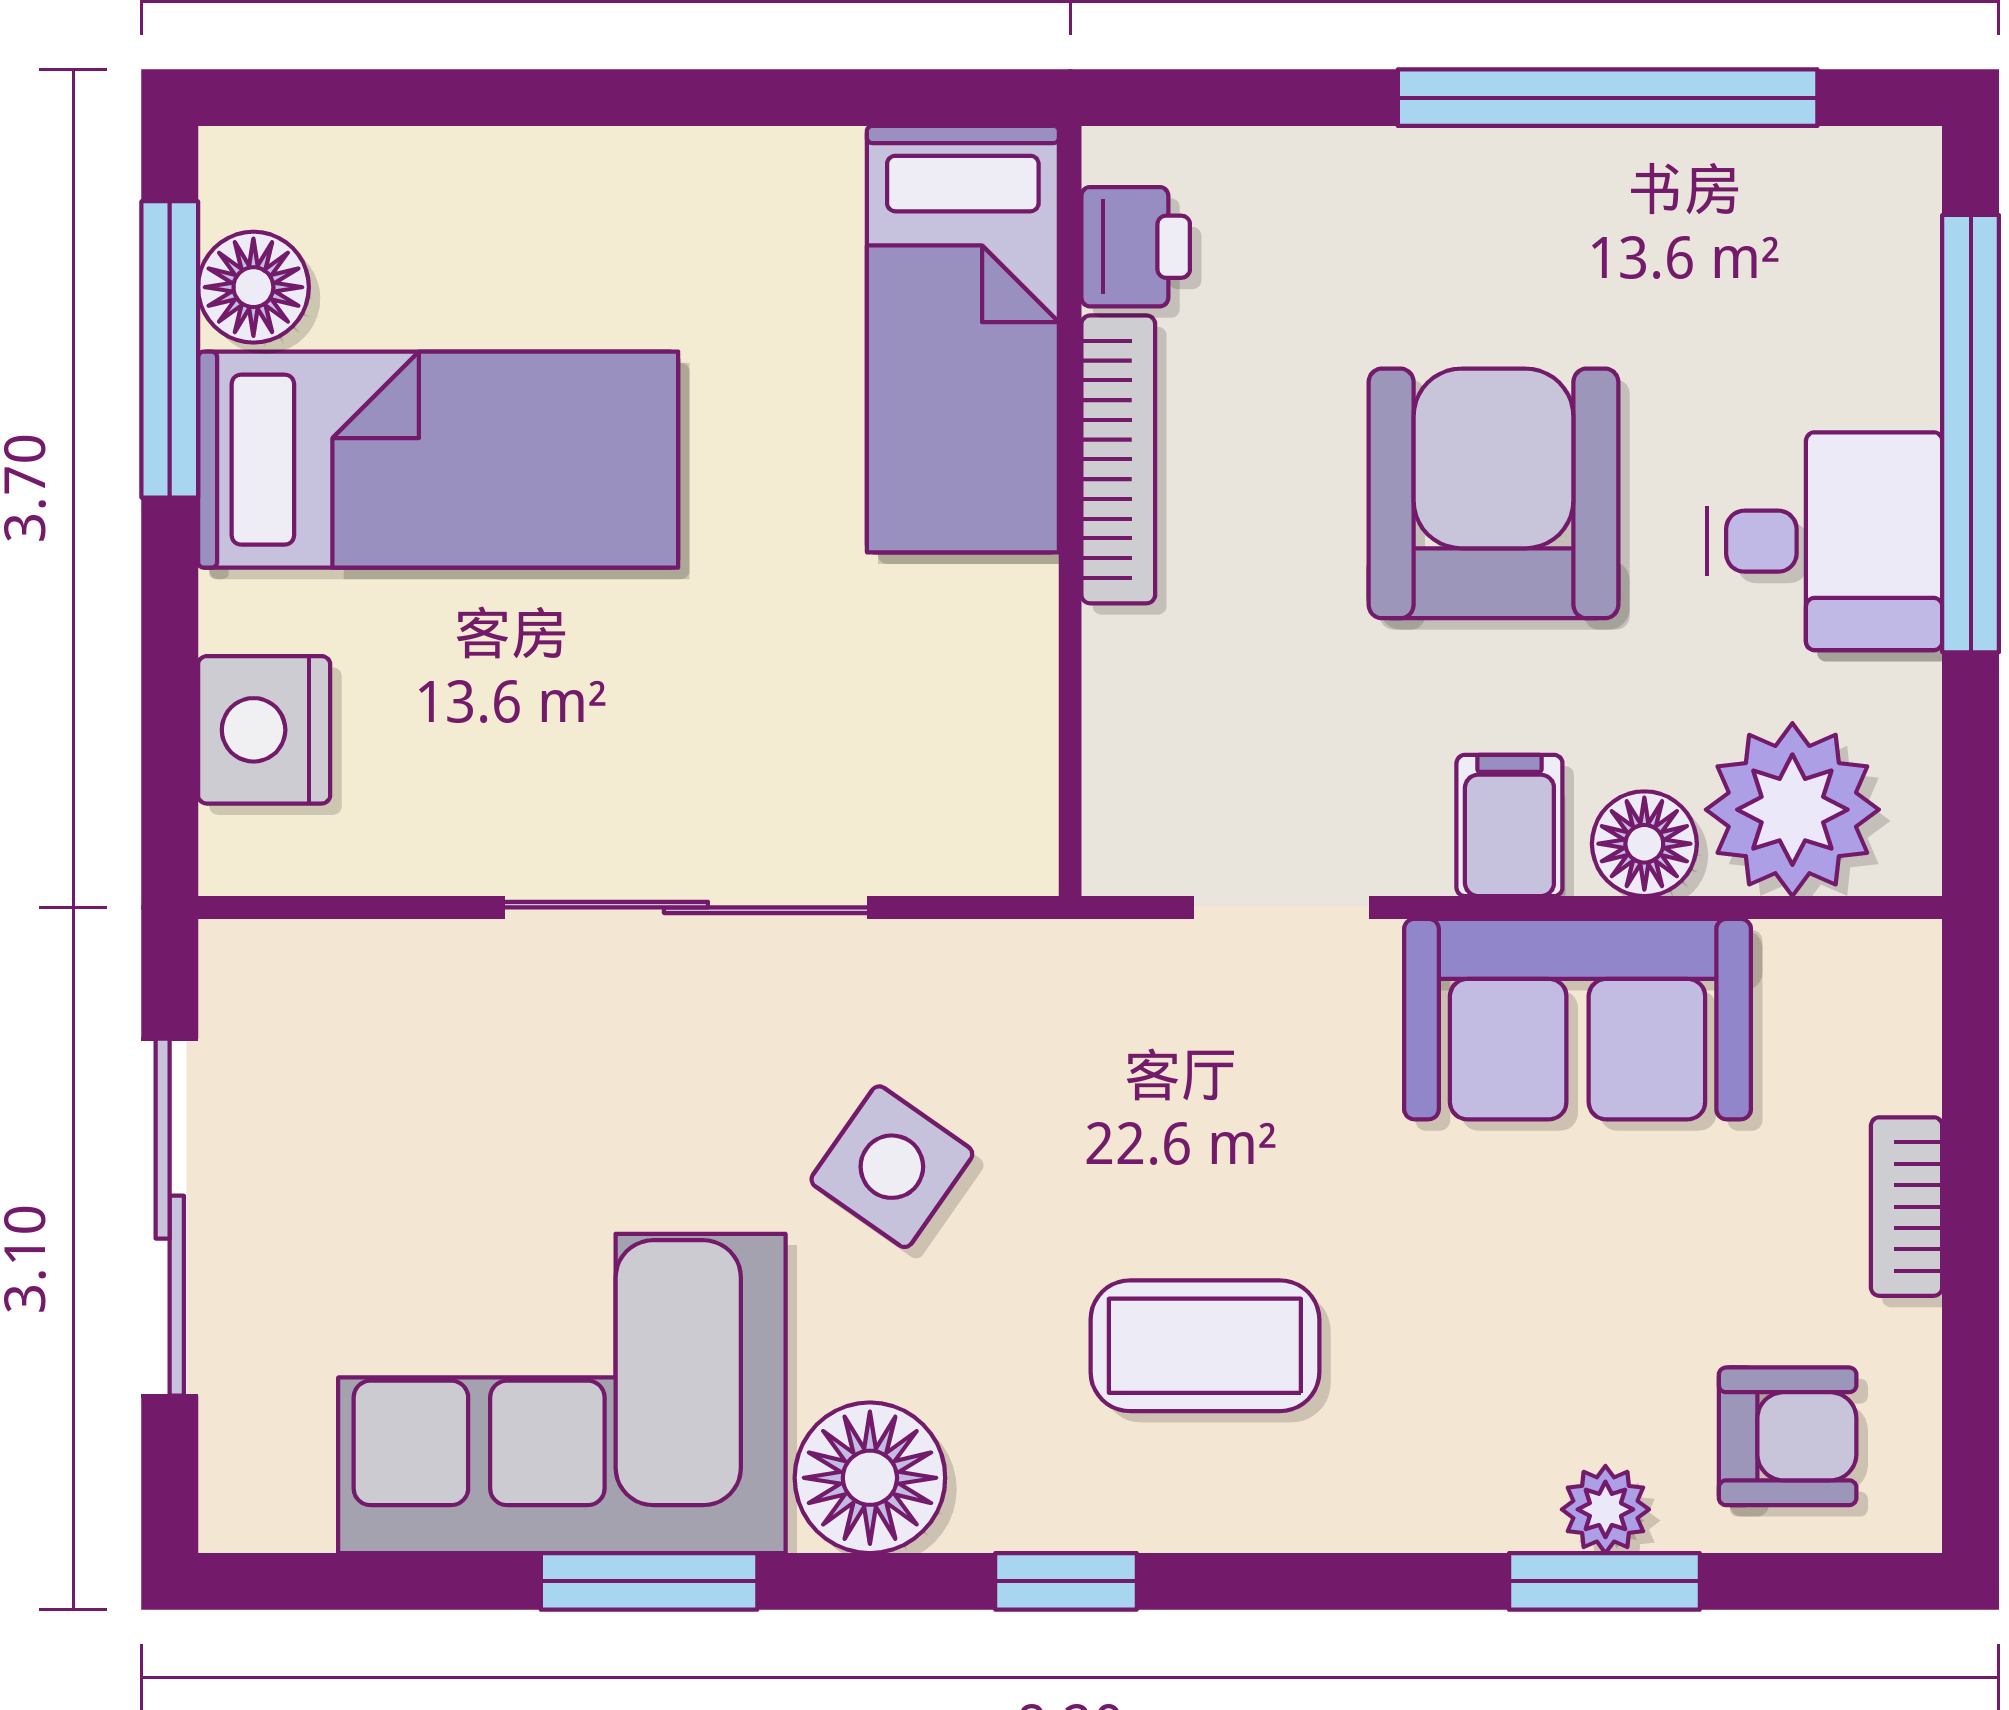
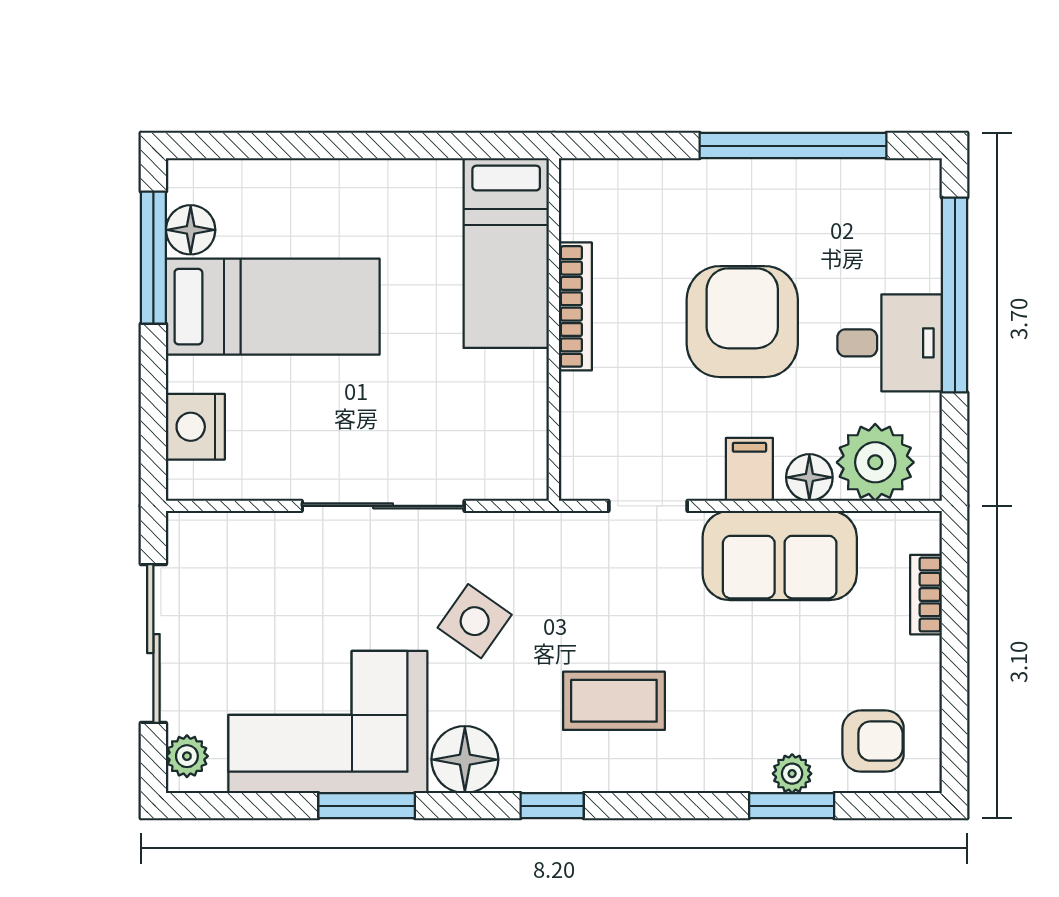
printer: (1136, 247) -> (583, 212), removed
bookcase: (1907, 1207) -> (926, 595), moved
plant: (245, 1470) -> (187, 756), added

